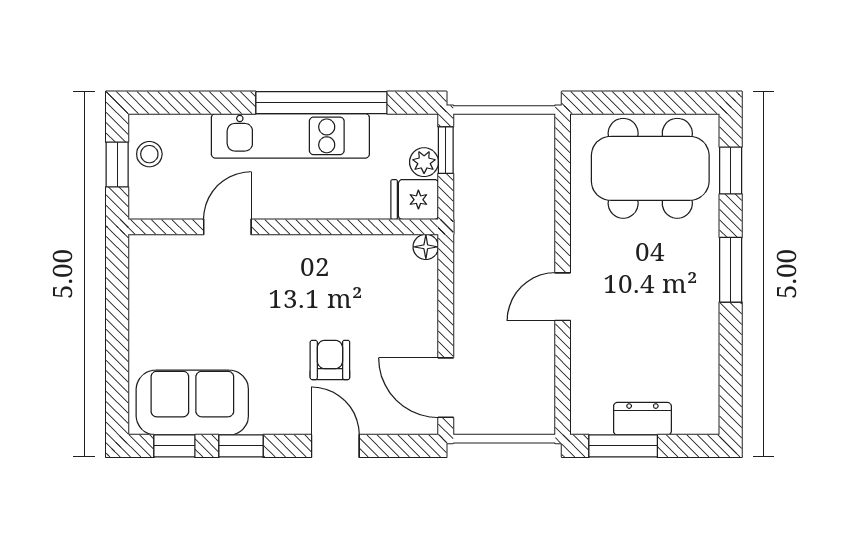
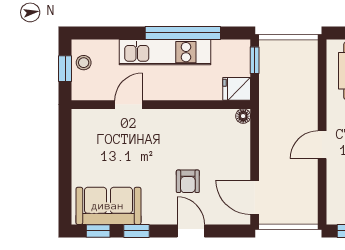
plant: (424, 162) -> (242, 67), removed
armchair: (330, 360) -> (188, 181), turned 180

